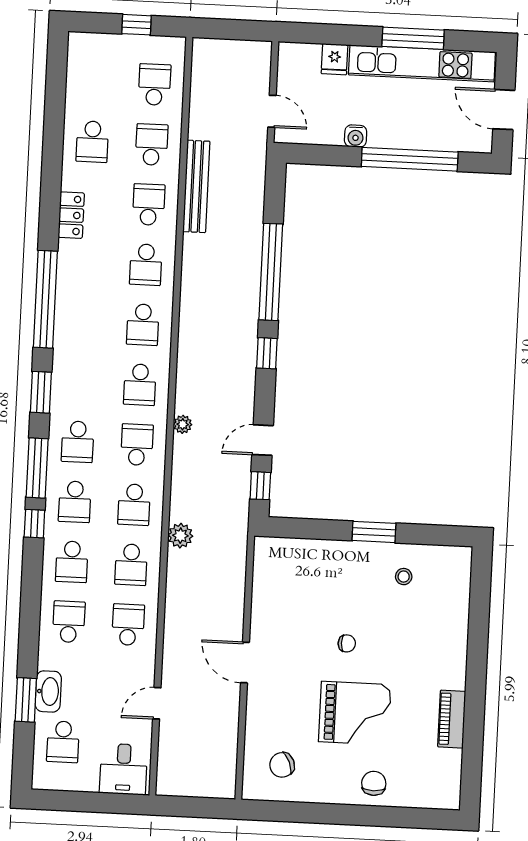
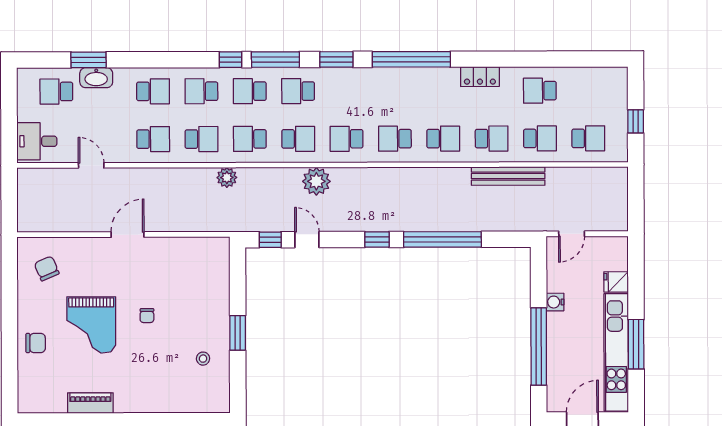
school desk: (146, 265) -> (443, 139), turned 180
plant: (183, 424) -> (316, 181), width x1.88, depth x1.88
school desk: (131, 565) -> (201, 139), turned 180

